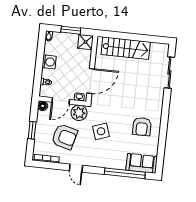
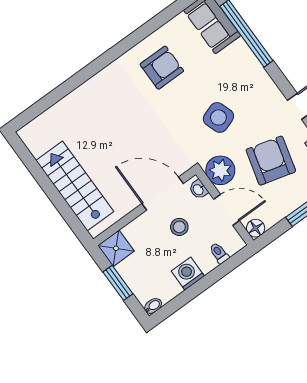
sliding door: (169, 73) -> (54, 97), removed
stool: (71, 75) -> (179, 227), added

